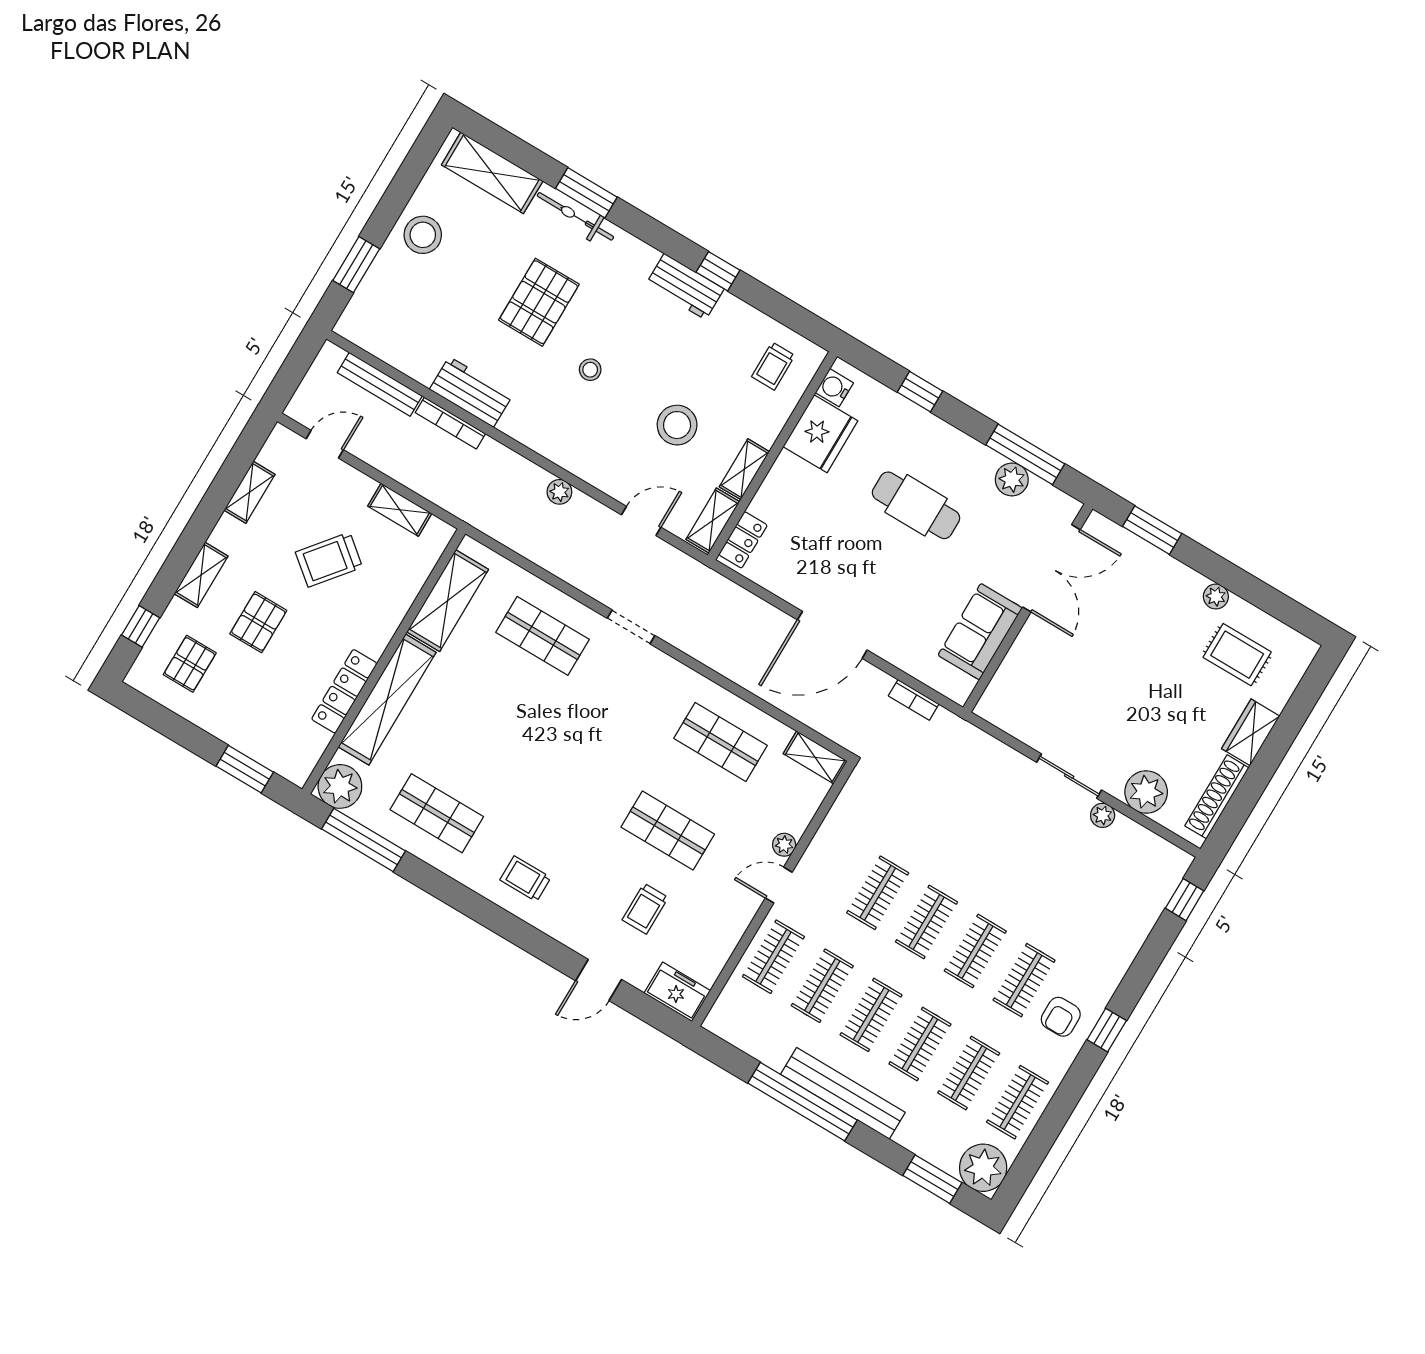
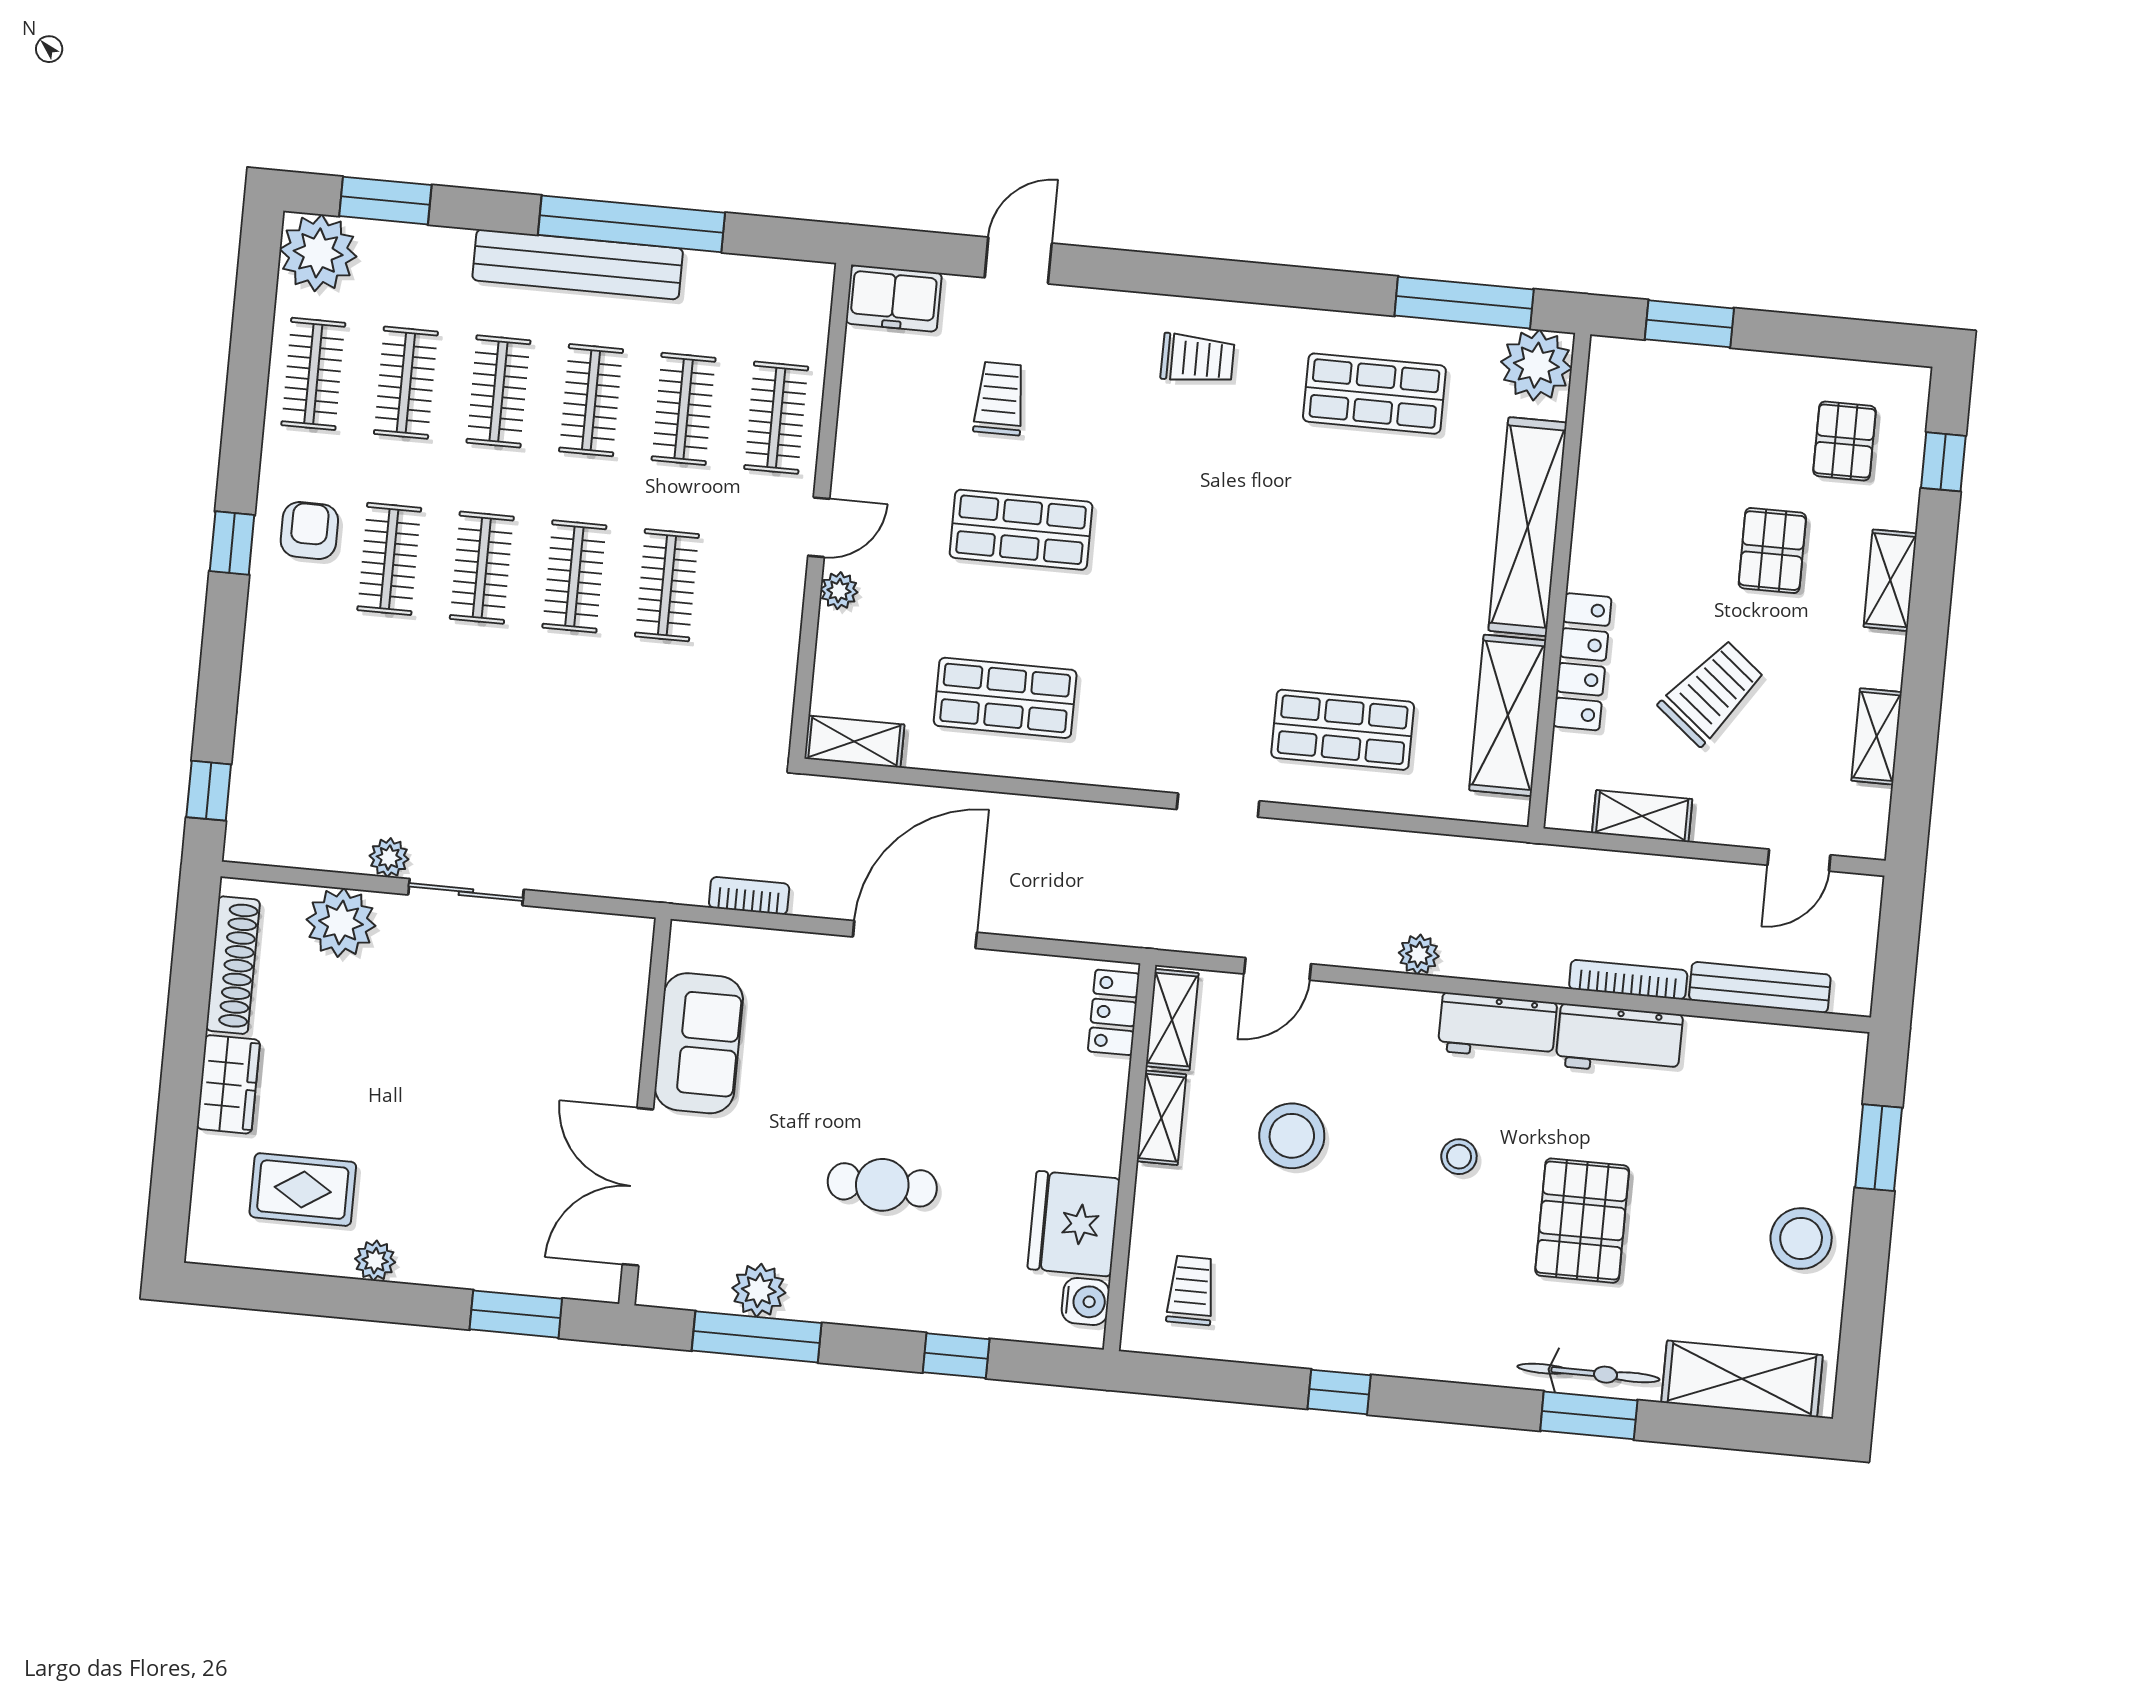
workbench: (685, 287) -> (1497, 1027), moved, turned 180
cafe table: (916, 505) -> (882, 1185), width x0.73, depth x0.74
locker: (344, 691) -> (1582, 662), moved

